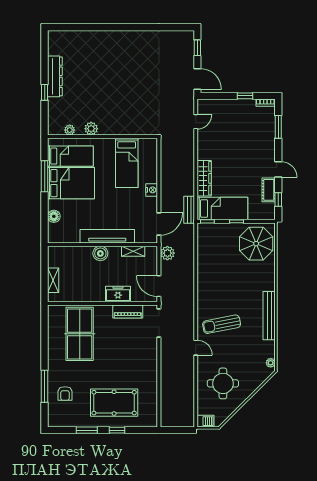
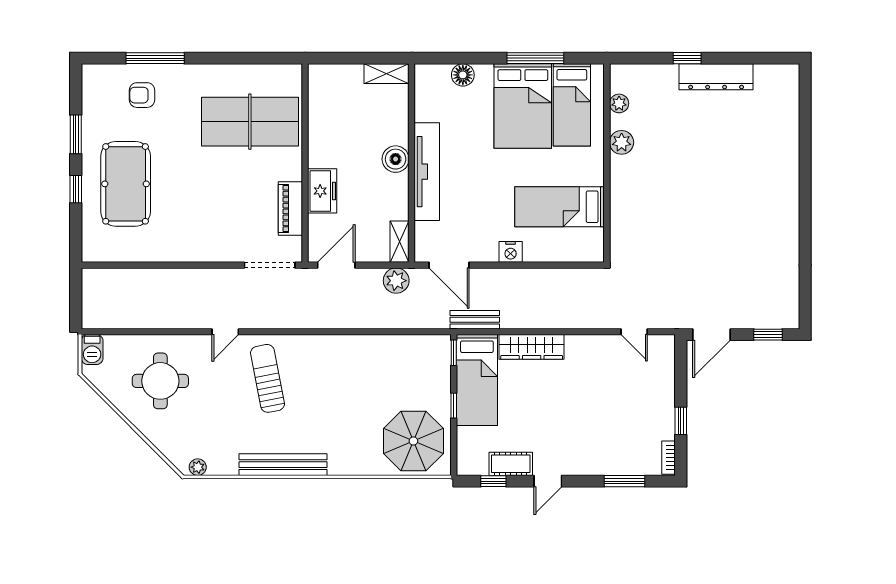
shelving: (133, 251) -> (400, 242), moved
shelving: (53, 280) -> (387, 74), moved

